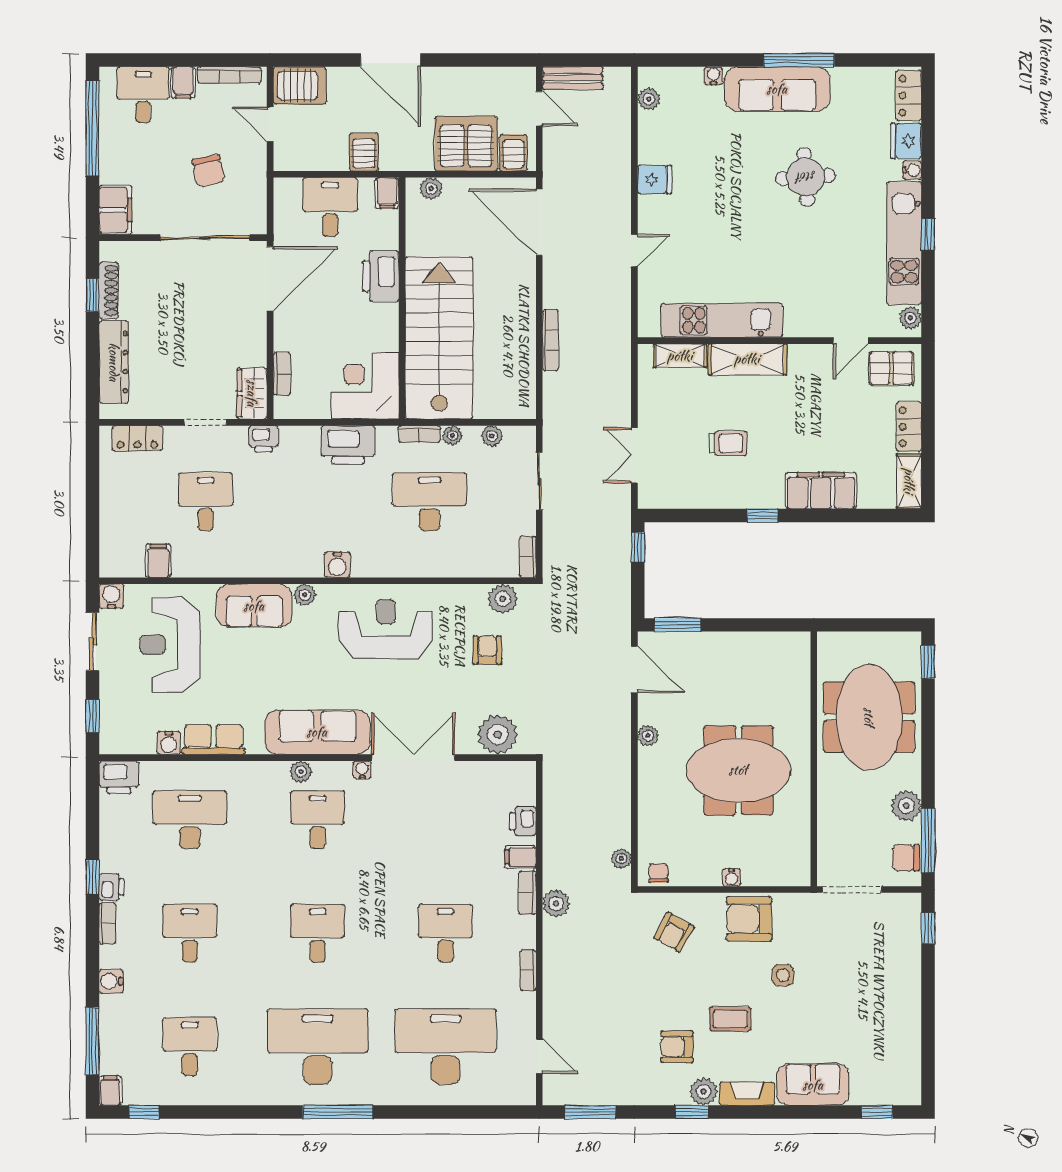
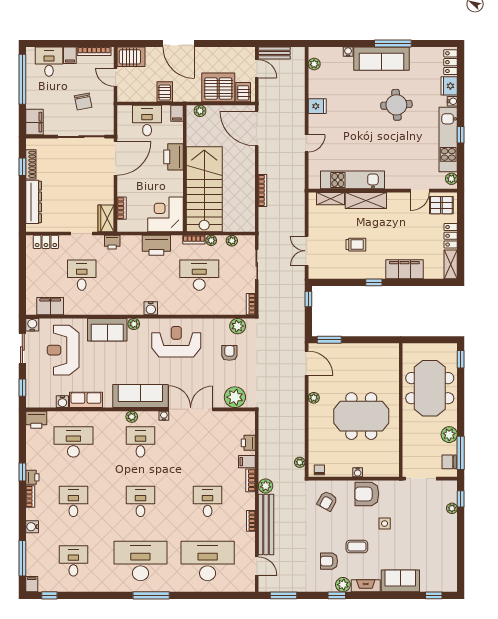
filing cabinet: (158, 561) -> (50, 306), width x2.00
plant: (911, 946) -> (452, 508), added
bench: (557, 977) -> (266, 525), added

